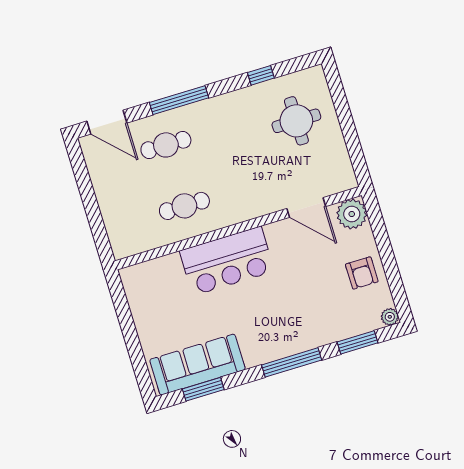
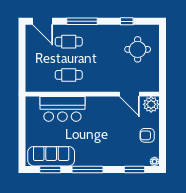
bar counter: (227, 261) -> (62, 109), moved
armchair: (362, 273) -> (147, 135), turned 90
window: (292, 362) -> (87, 169), moved

